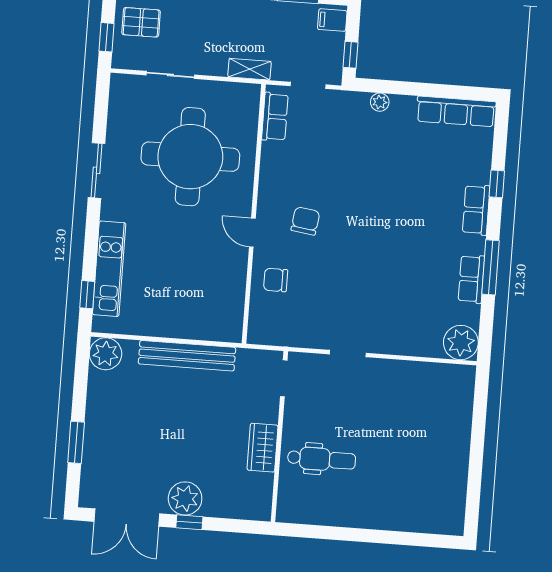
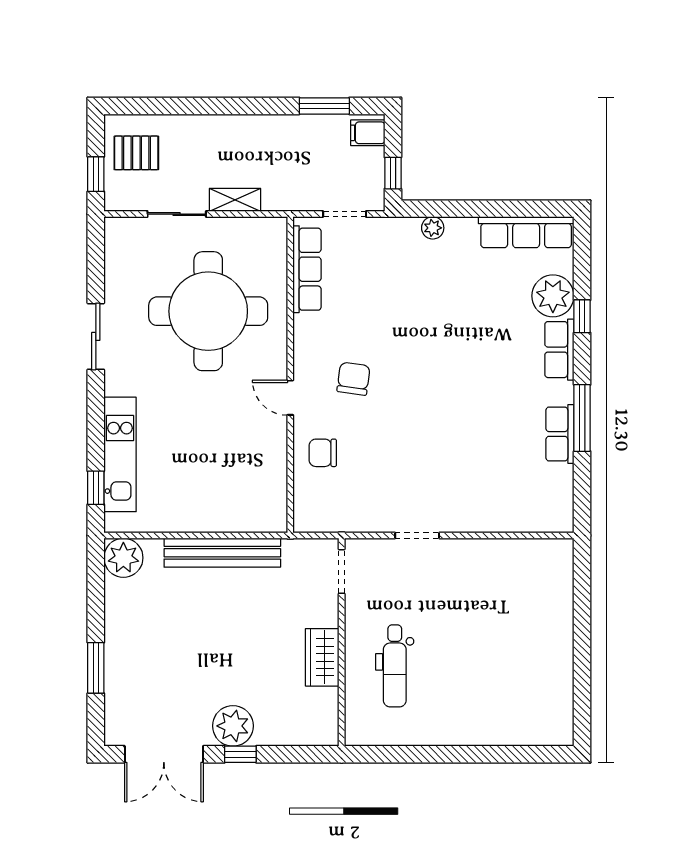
shelving: (249, 69) -> (235, 200), moved
row of seats: (275, 117) -> (307, 269), width x1.48
plant: (461, 343) -> (553, 296), moved
dental chair: (322, 459) -> (395, 666), turned 90

